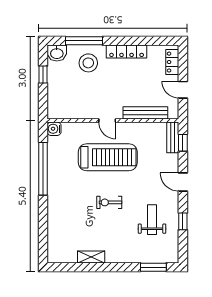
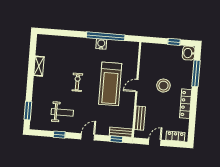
stool: (88, 63) -> (163, 86), moved
bench: (145, 113) -> (140, 118), width x0.73
water cooler: (54, 129) -> (101, 44), moved

